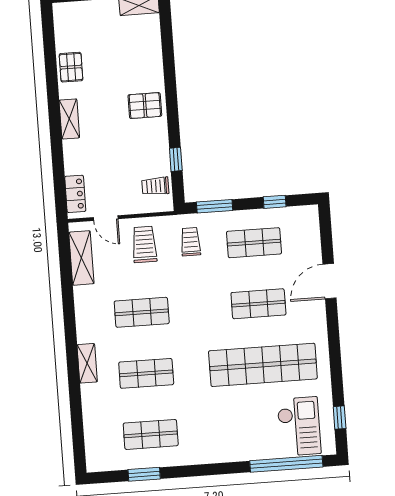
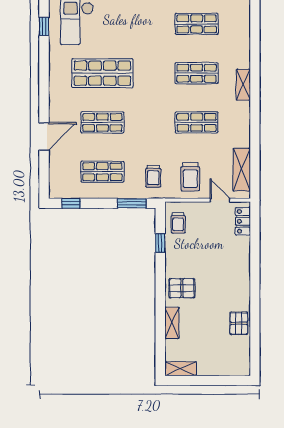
shelving: (69, 119) -> (172, 323), moved
trolley: (155, 186) -> (178, 223), turned 90
window: (275, 202) -> (71, 203), moved
shop shelf: (263, 365) -> (102, 73), width x0.71

